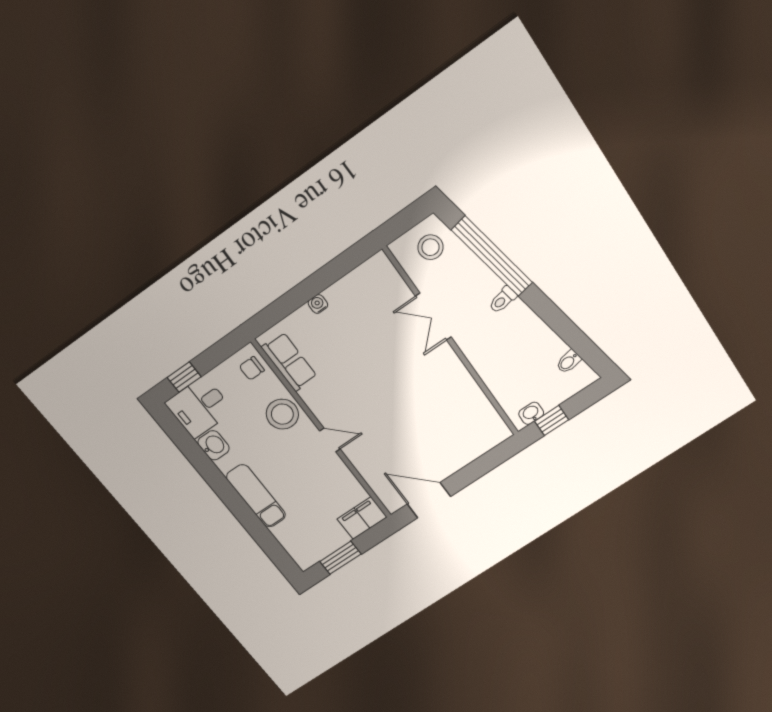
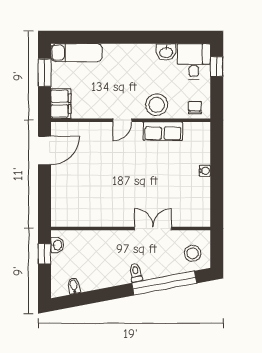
row of seats: (289, 362) -> (163, 131), moved
exam couch: (256, 496) -> (77, 53), moved

